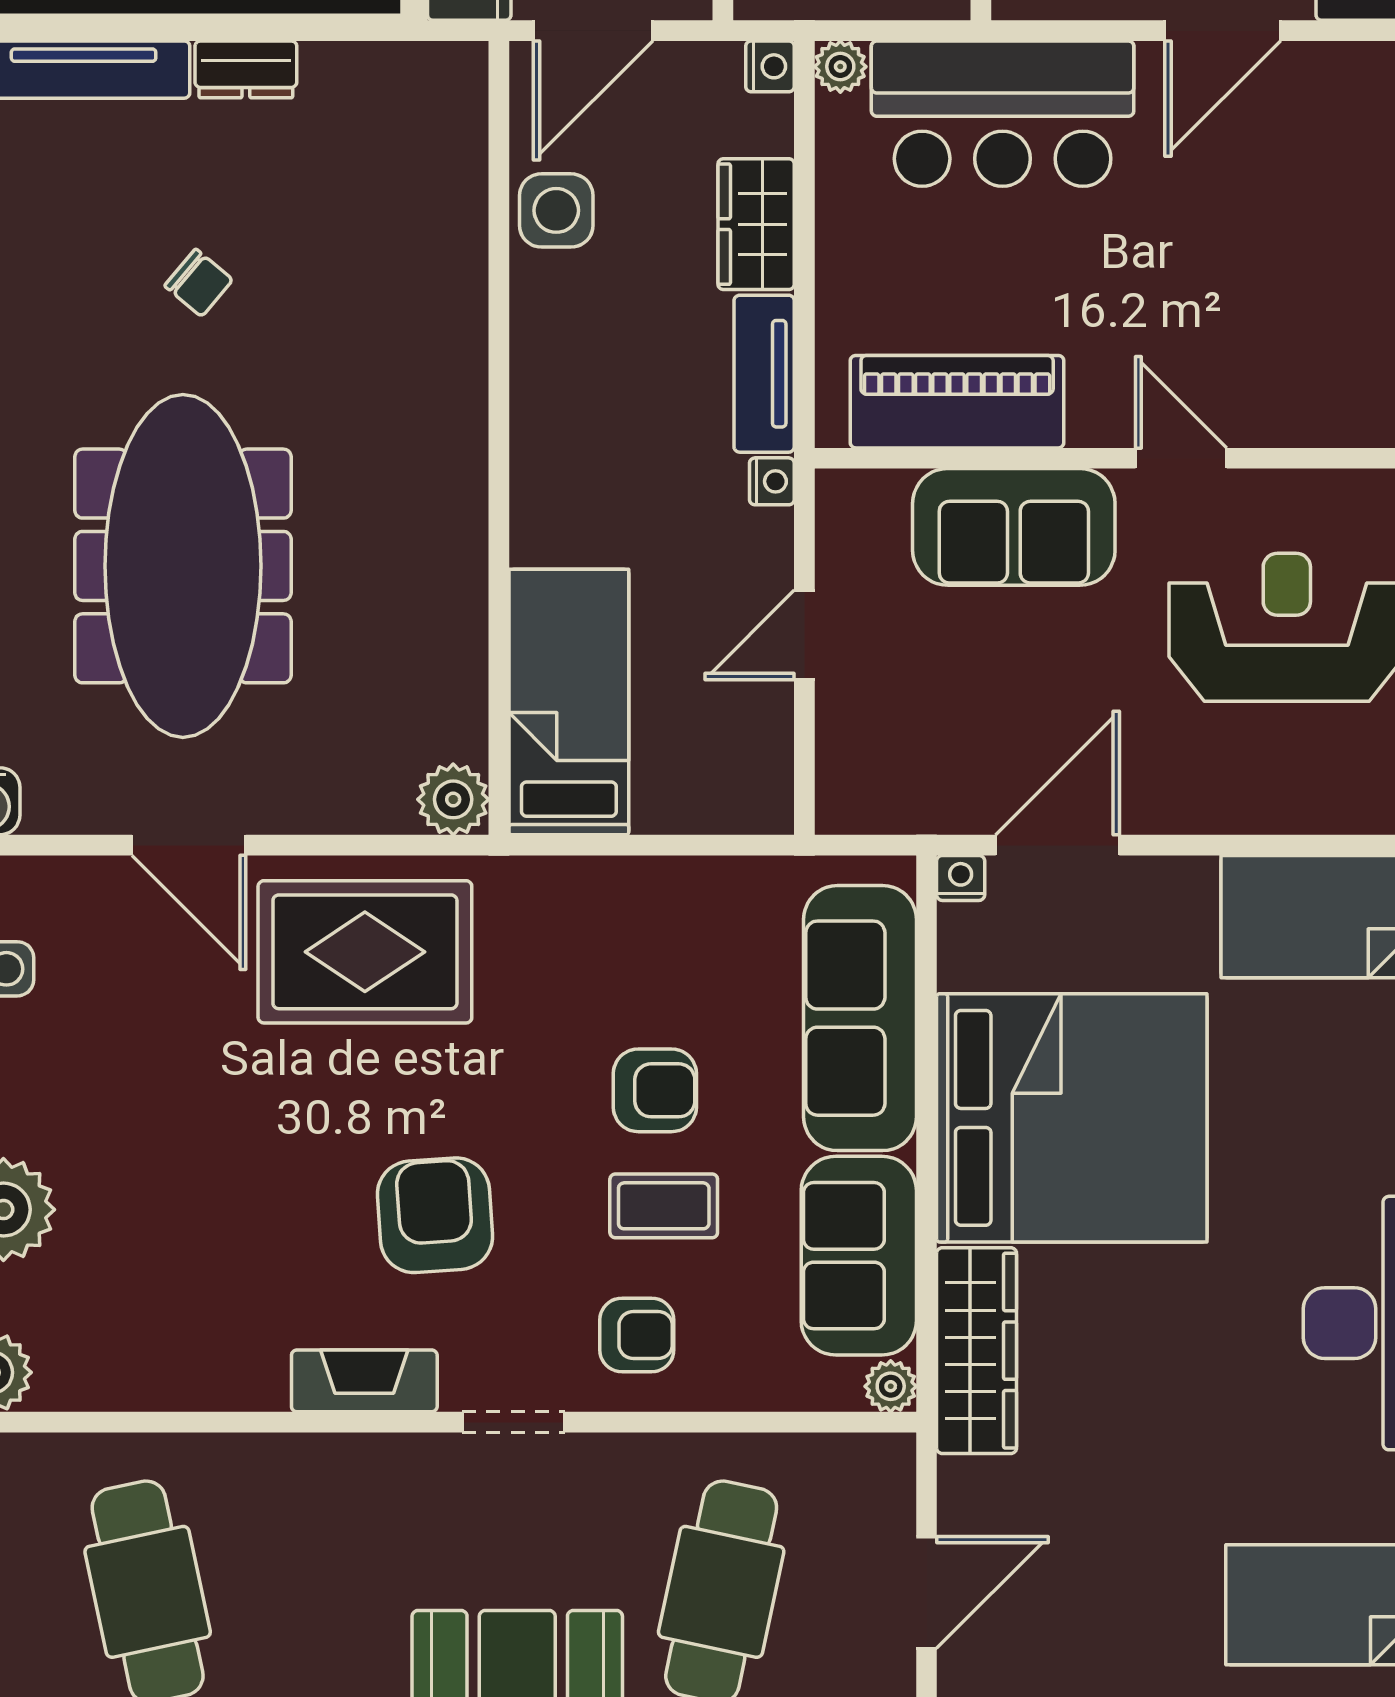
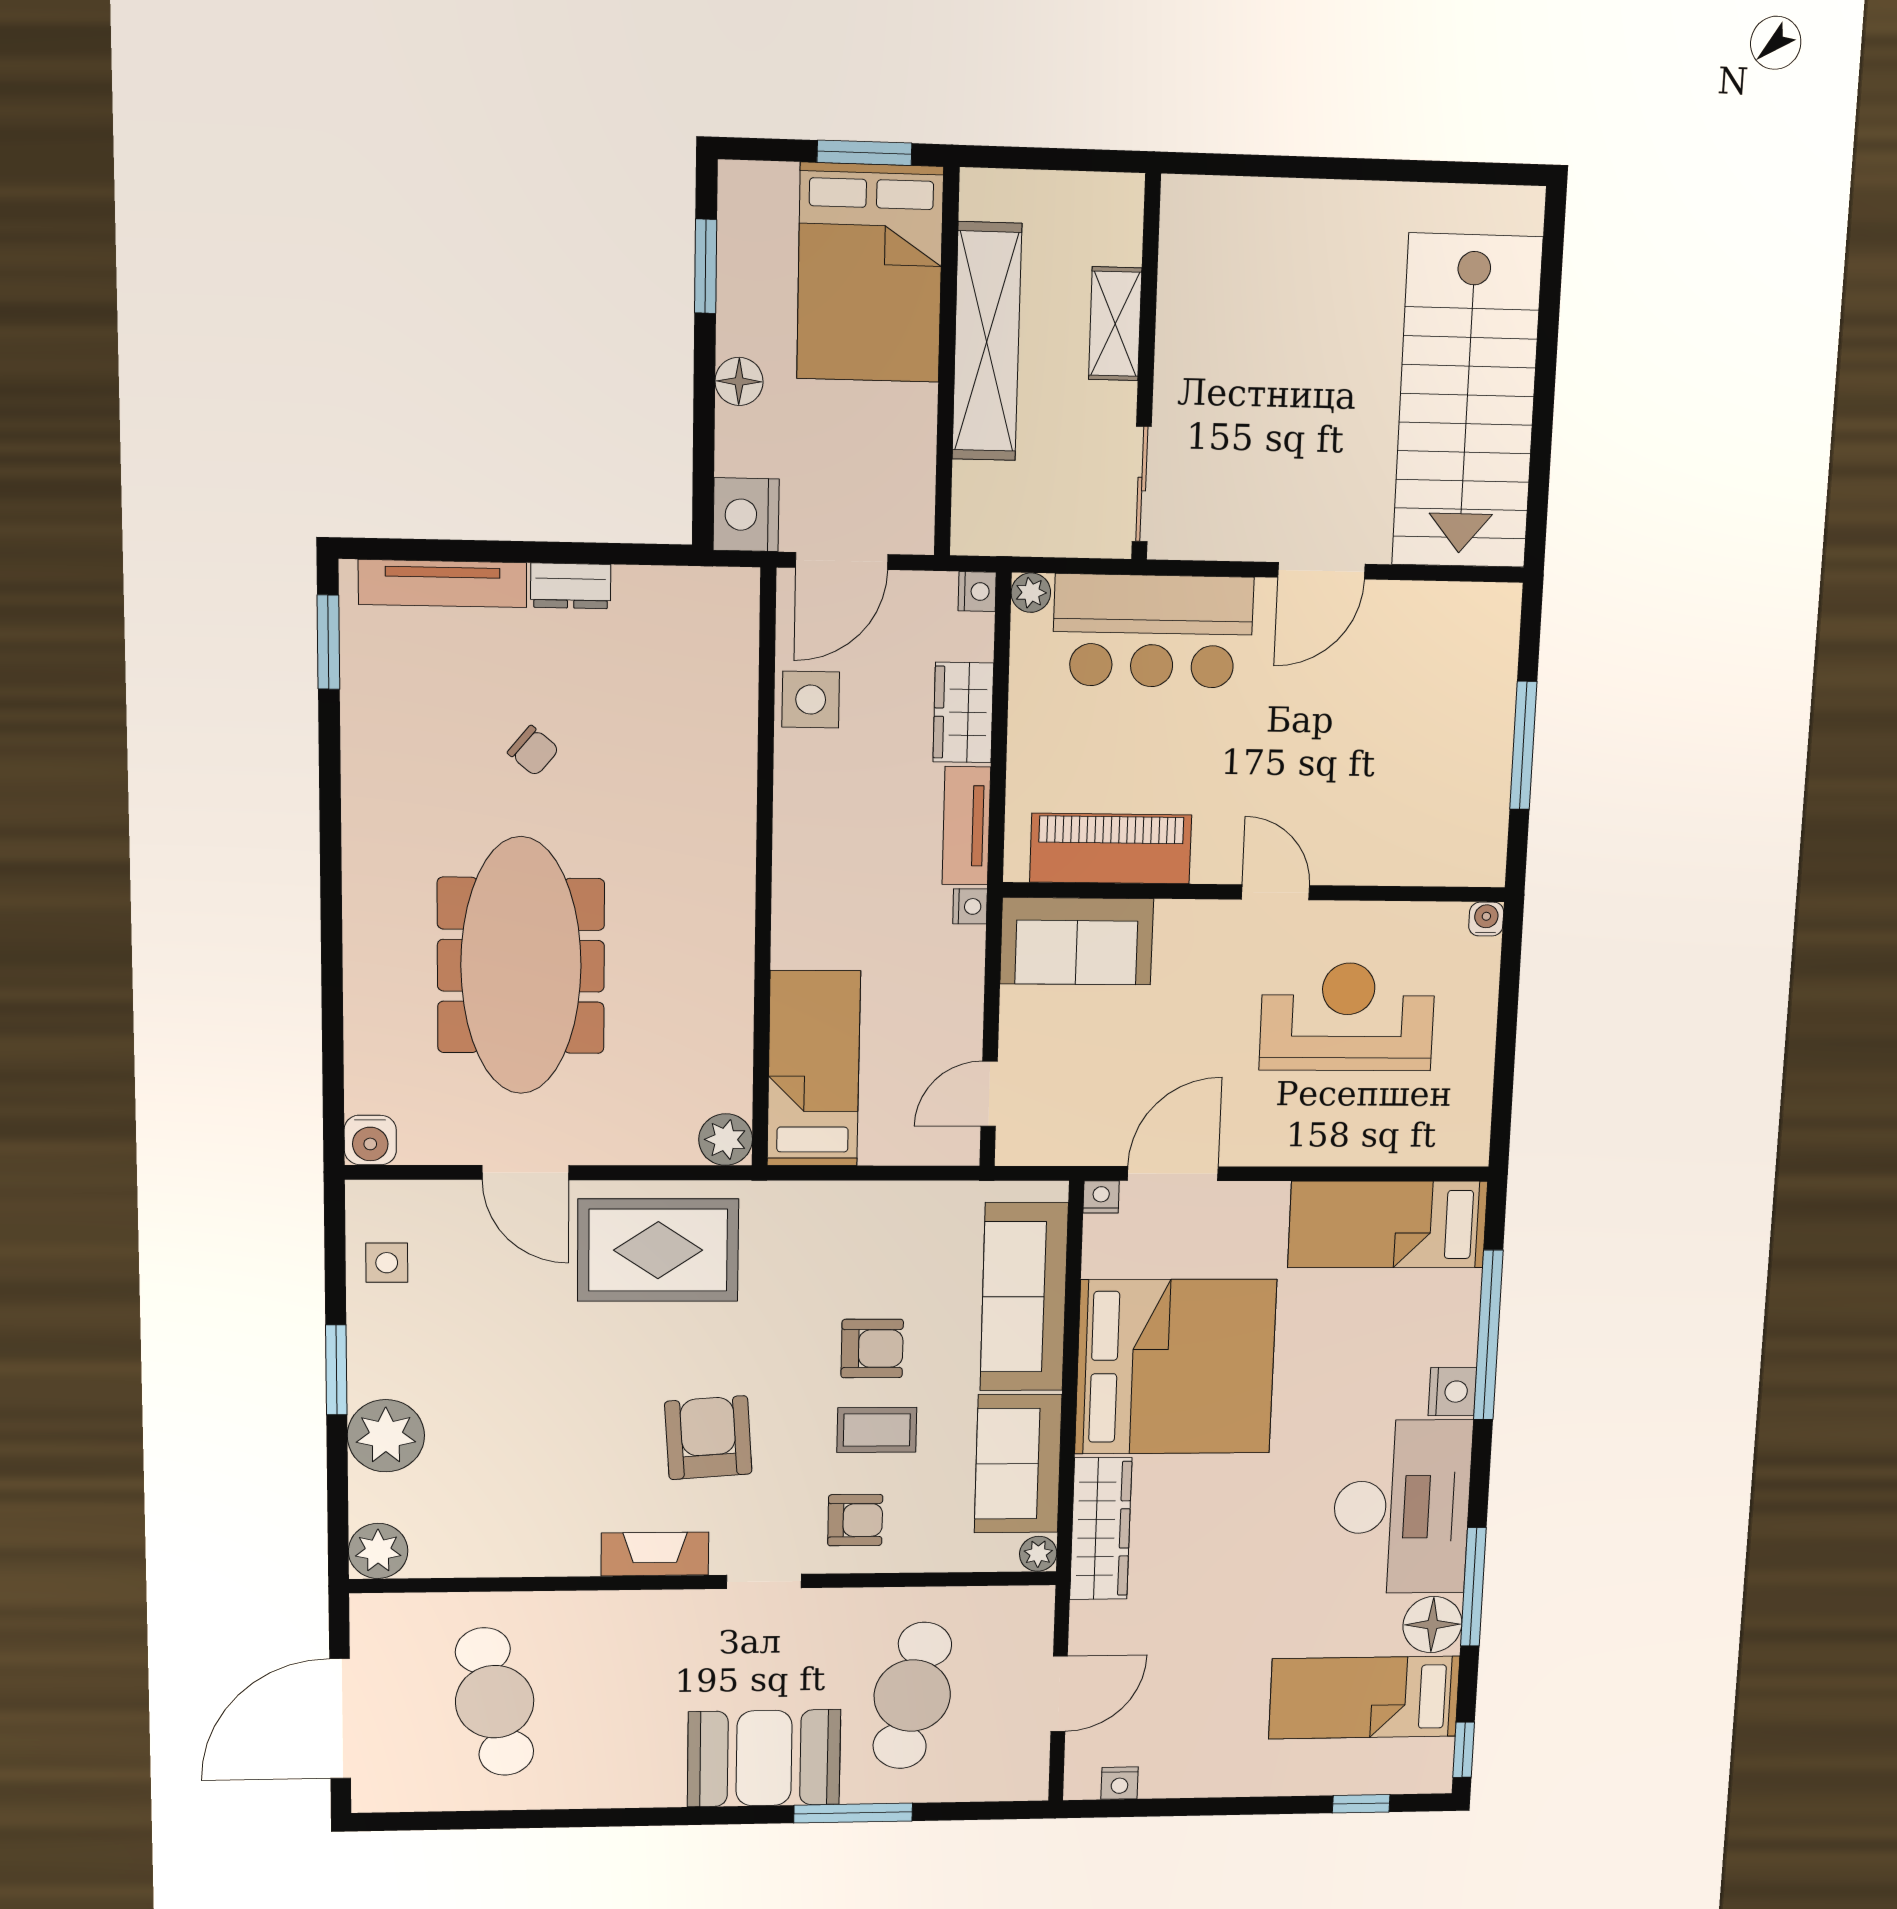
sofa: (1014, 527) -> (1077, 941), moved
door: (804, 635) -> (989, 1094), moved

